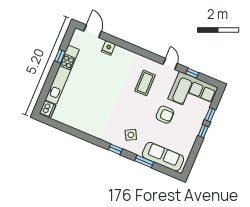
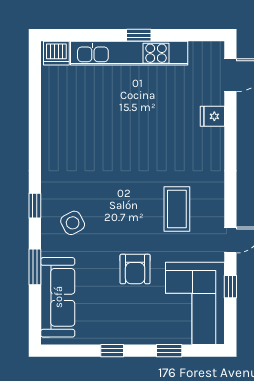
window: (60, 56) -> (139, 35), moved
coffee table: (145, 83) -> (177, 209), turned 90
window: (203, 131) -> (112, 351), moved

